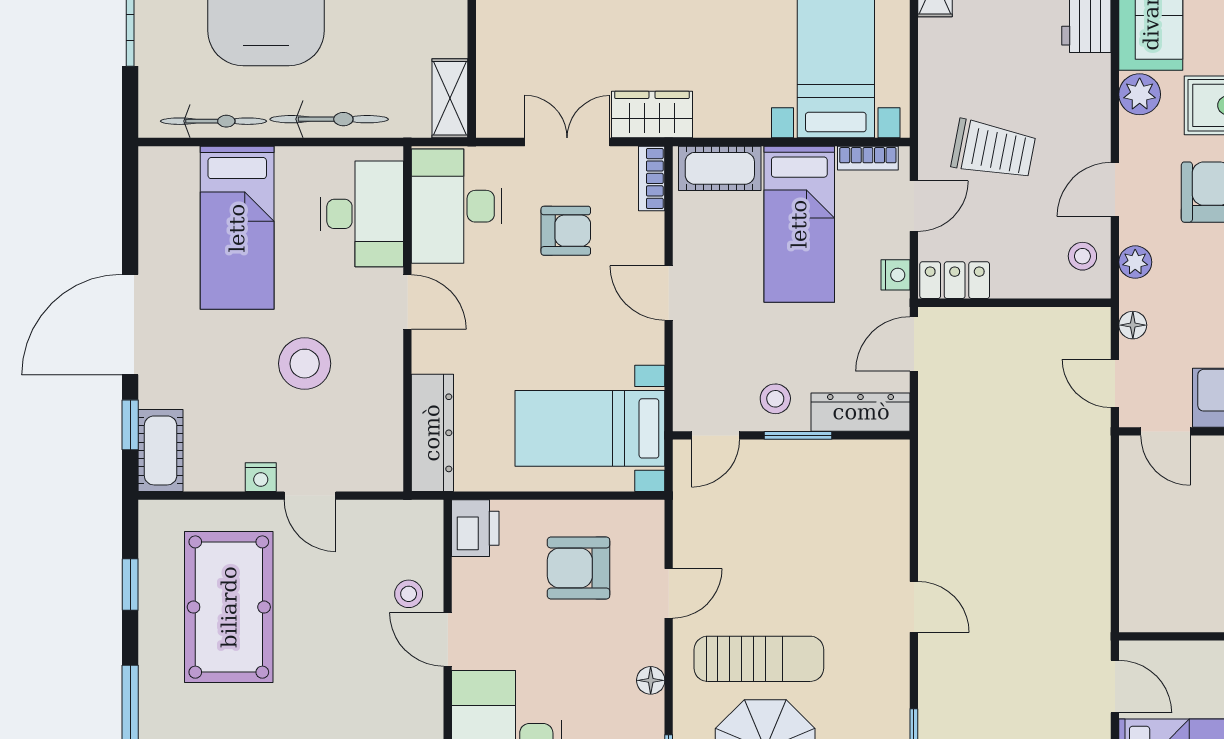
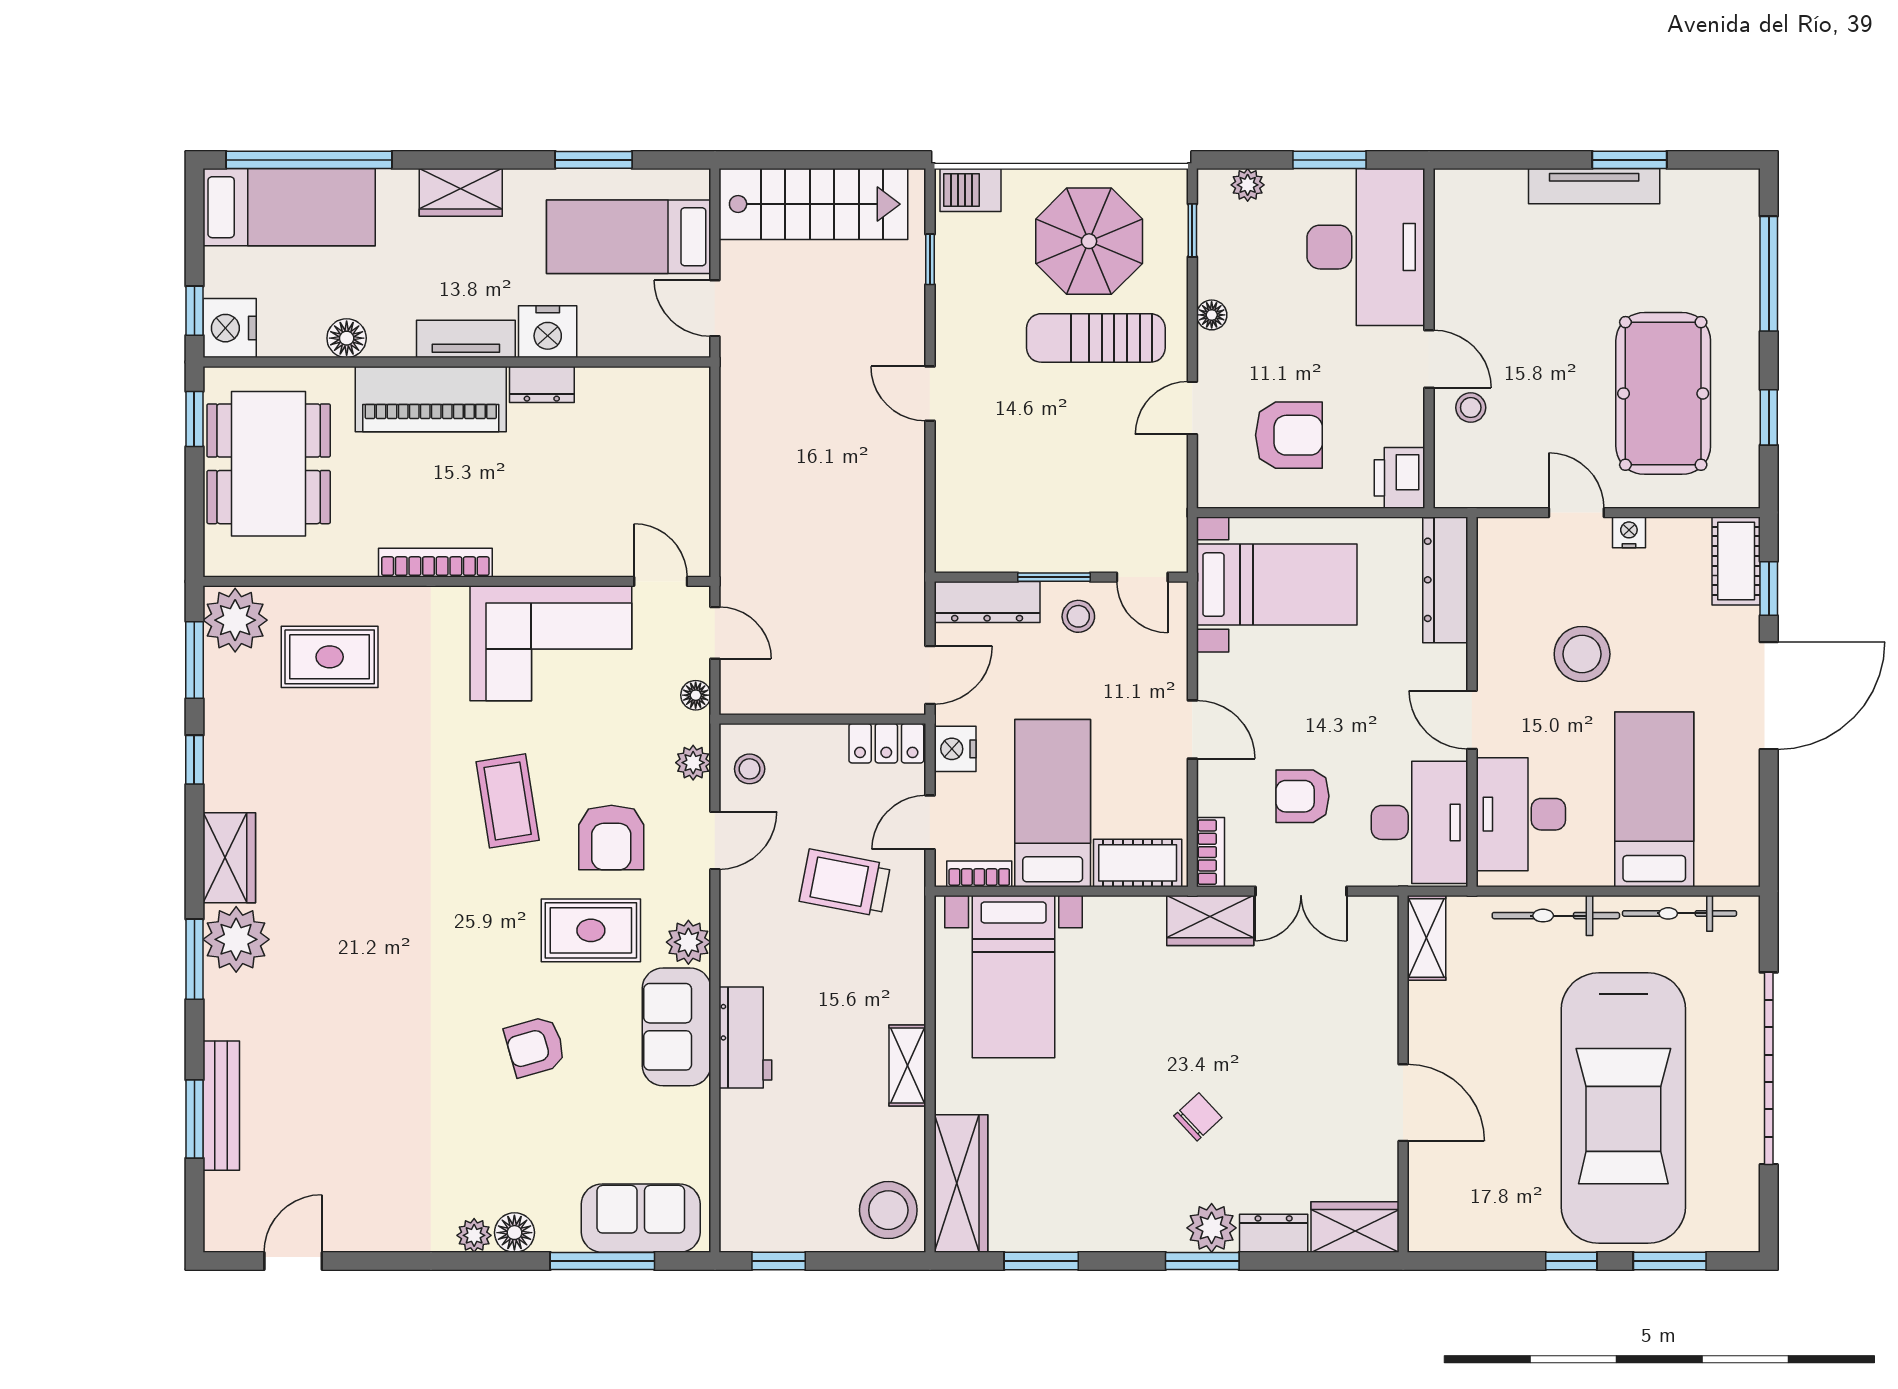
nightstand: (895, 275) -> (955, 749), width x1.39, depth x1.35
door: (716, 435) -> (1142, 577), swing flipped

